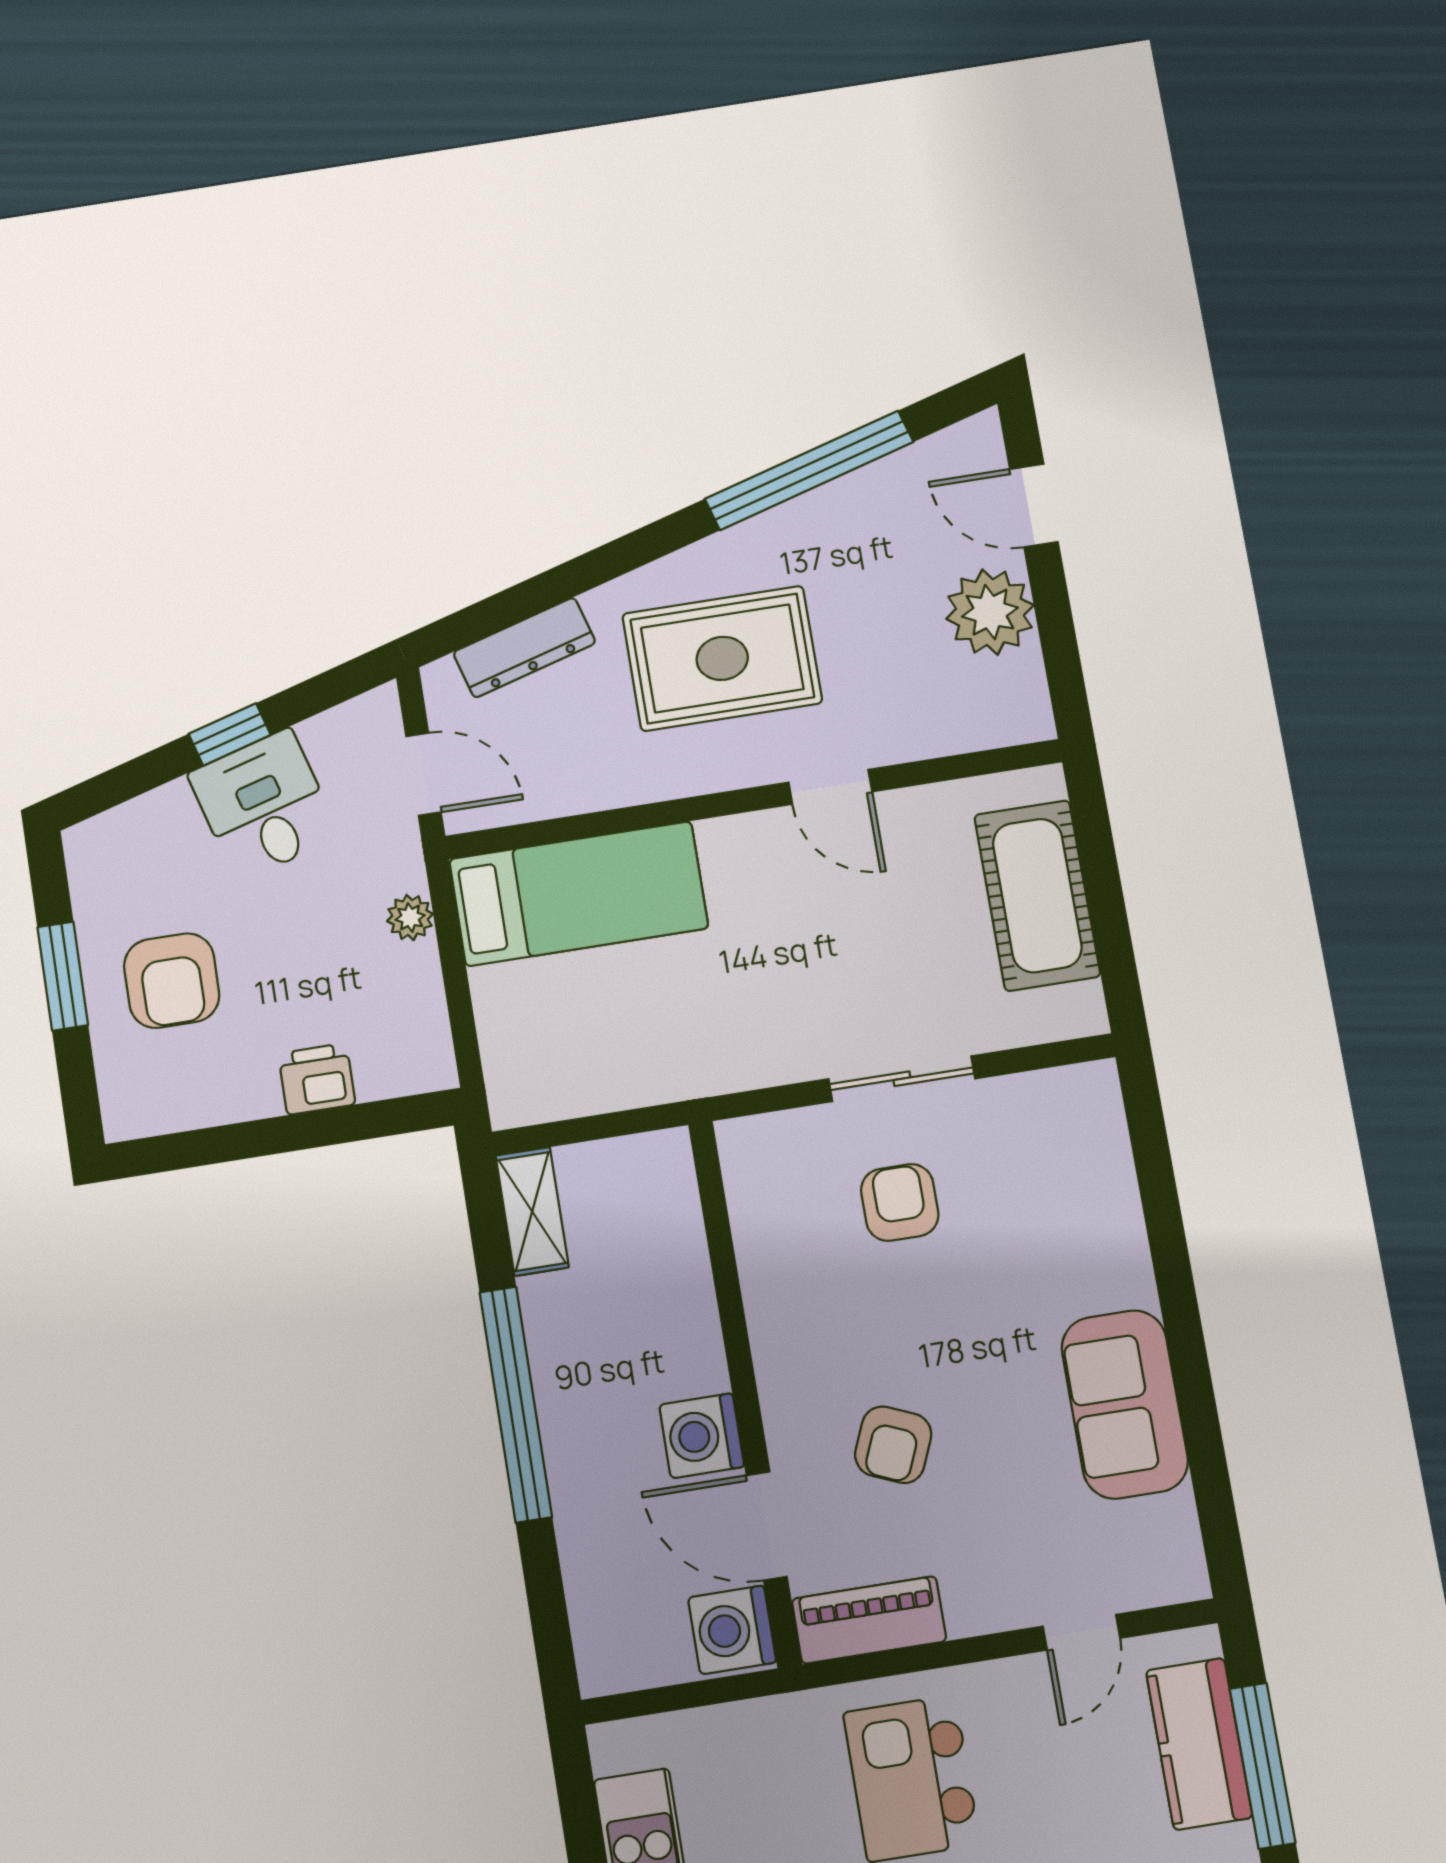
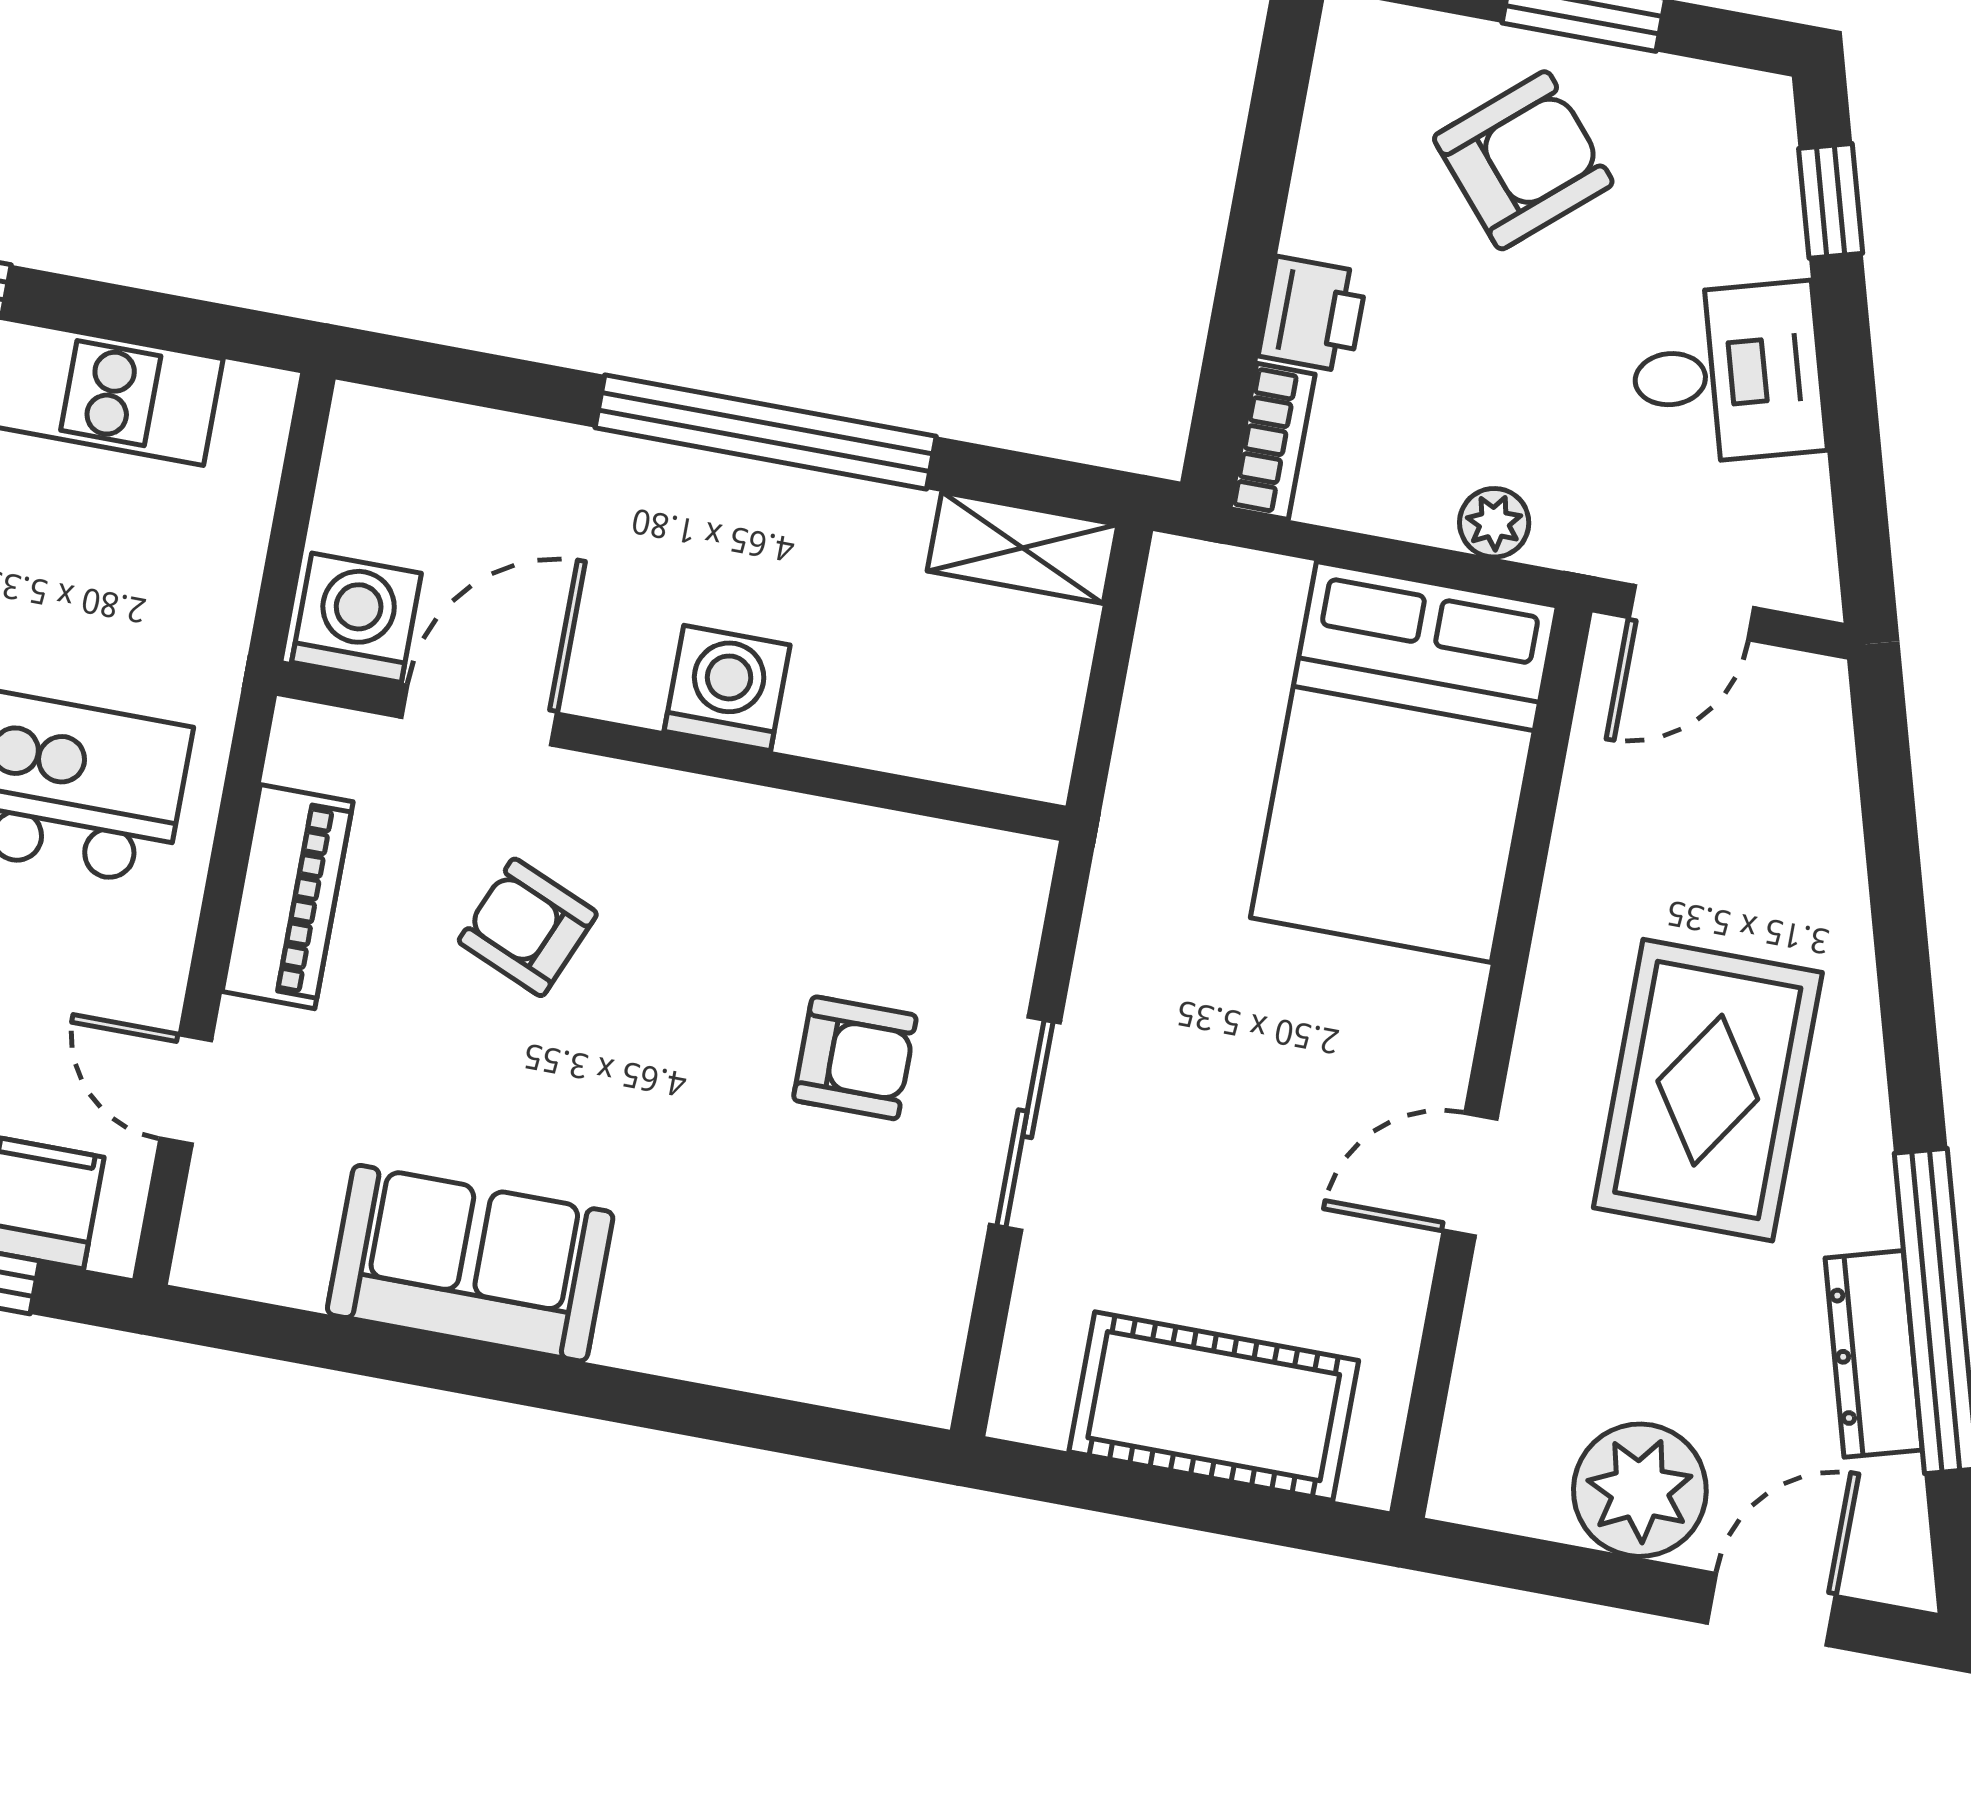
dresser: (524, 648) -> (1874, 1354), moved
window: (230, 734) -> (1831, 201), moved
bed: (579, 894) -> (1404, 762), width x1.50
armchair: (172, 981) -> (1523, 160), turned 139
bookcase: (407, 1076) -> (1272, 441), added
washing machine: (702, 1436) -> (727, 688), moved
piano: (869, 1620) -> (288, 897), moved

